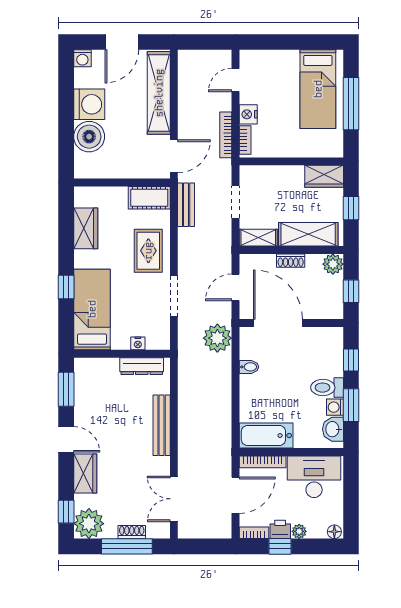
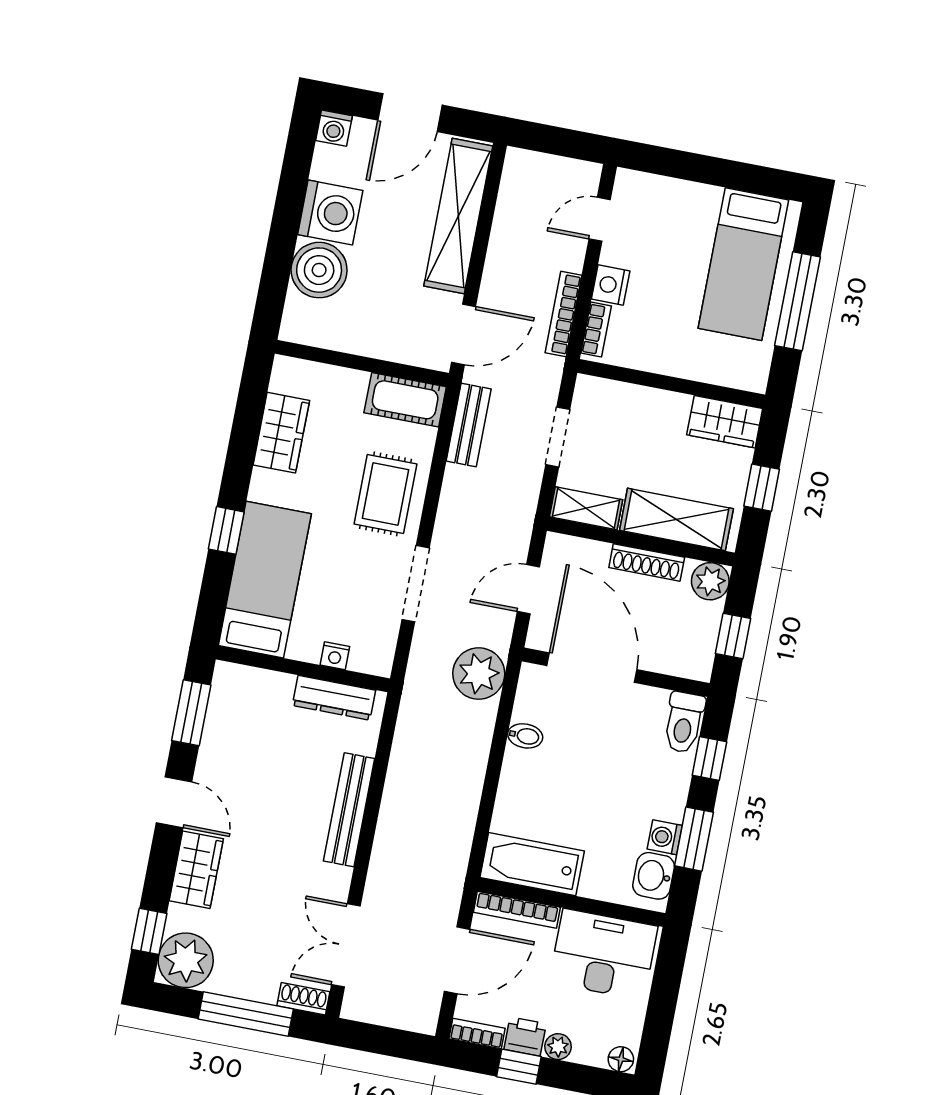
shoe rack: (291, 261) -> (647, 562), width x1.43
toilet: (327, 388) -> (684, 722), moved, turned -90
shoe rack: (132, 532) -> (303, 999), moved

